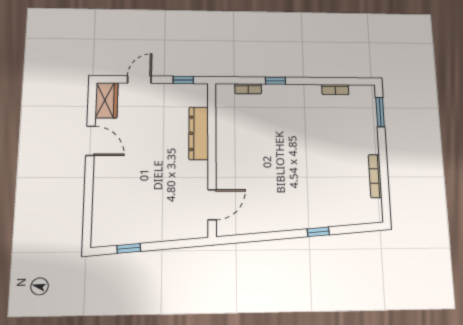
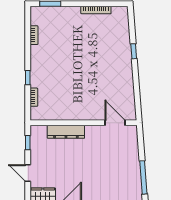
window: (129, 248) -> (143, 177), width x2.17

